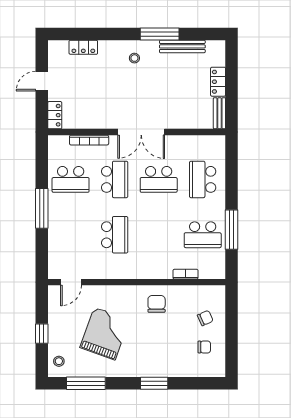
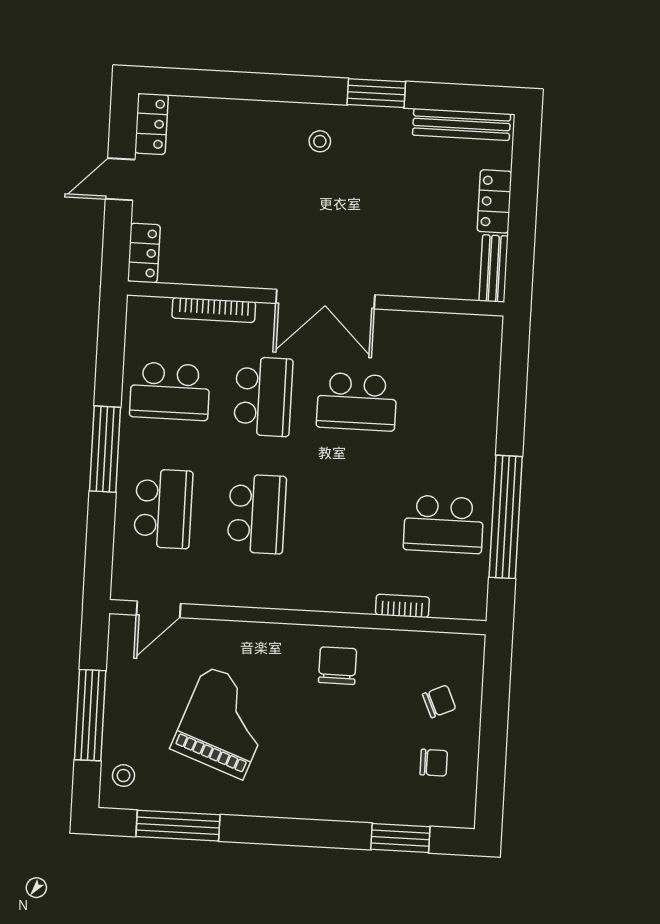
window: (160, 34) -> (376, 93), width x0.69
bench: (182, 46) -> (462, 125), moved
locker: (83, 47) -> (152, 124), moved, turned -90
school desk: (203, 179) -> (163, 509), moved, turned 180
window: (232, 230) -> (506, 517), width x1.46
window: (42, 334) -> (90, 715), width x2.17
window: (154, 383) -> (400, 838), moved

